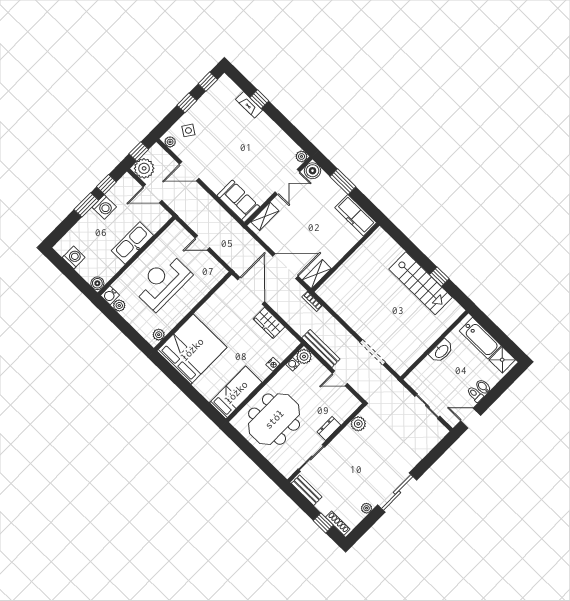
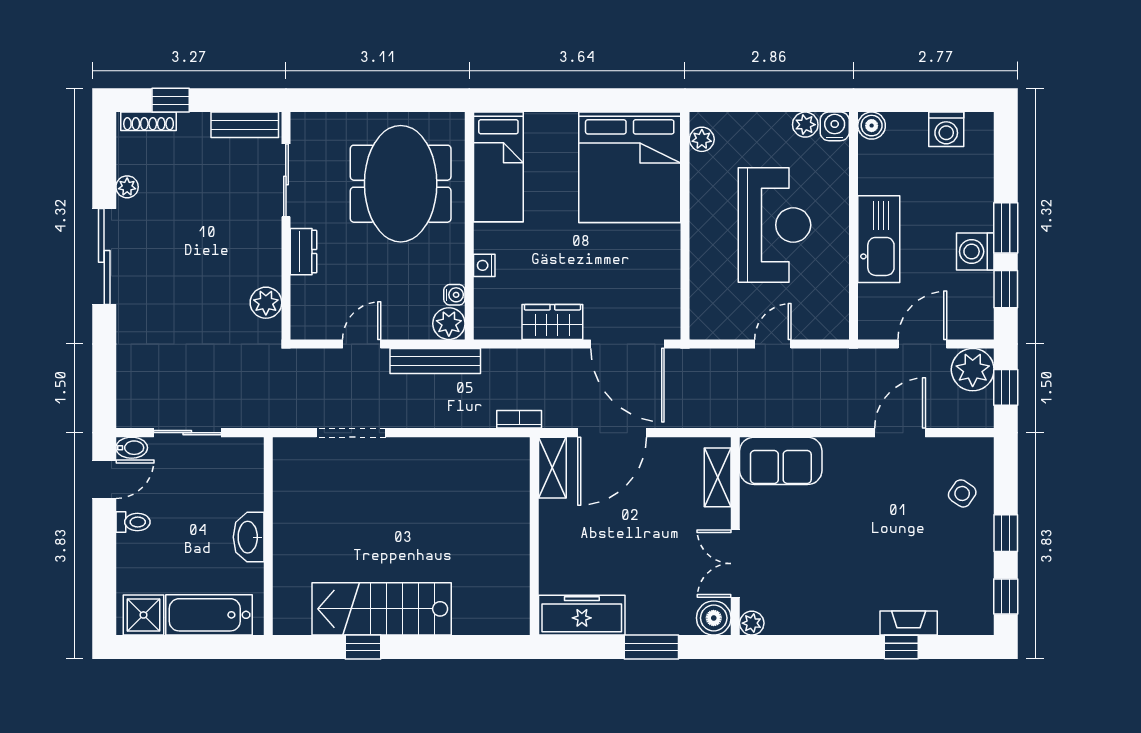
plant: (170, 142) -> (973, 449), removed
bidet: (483, 387) -> (132, 448), moved

